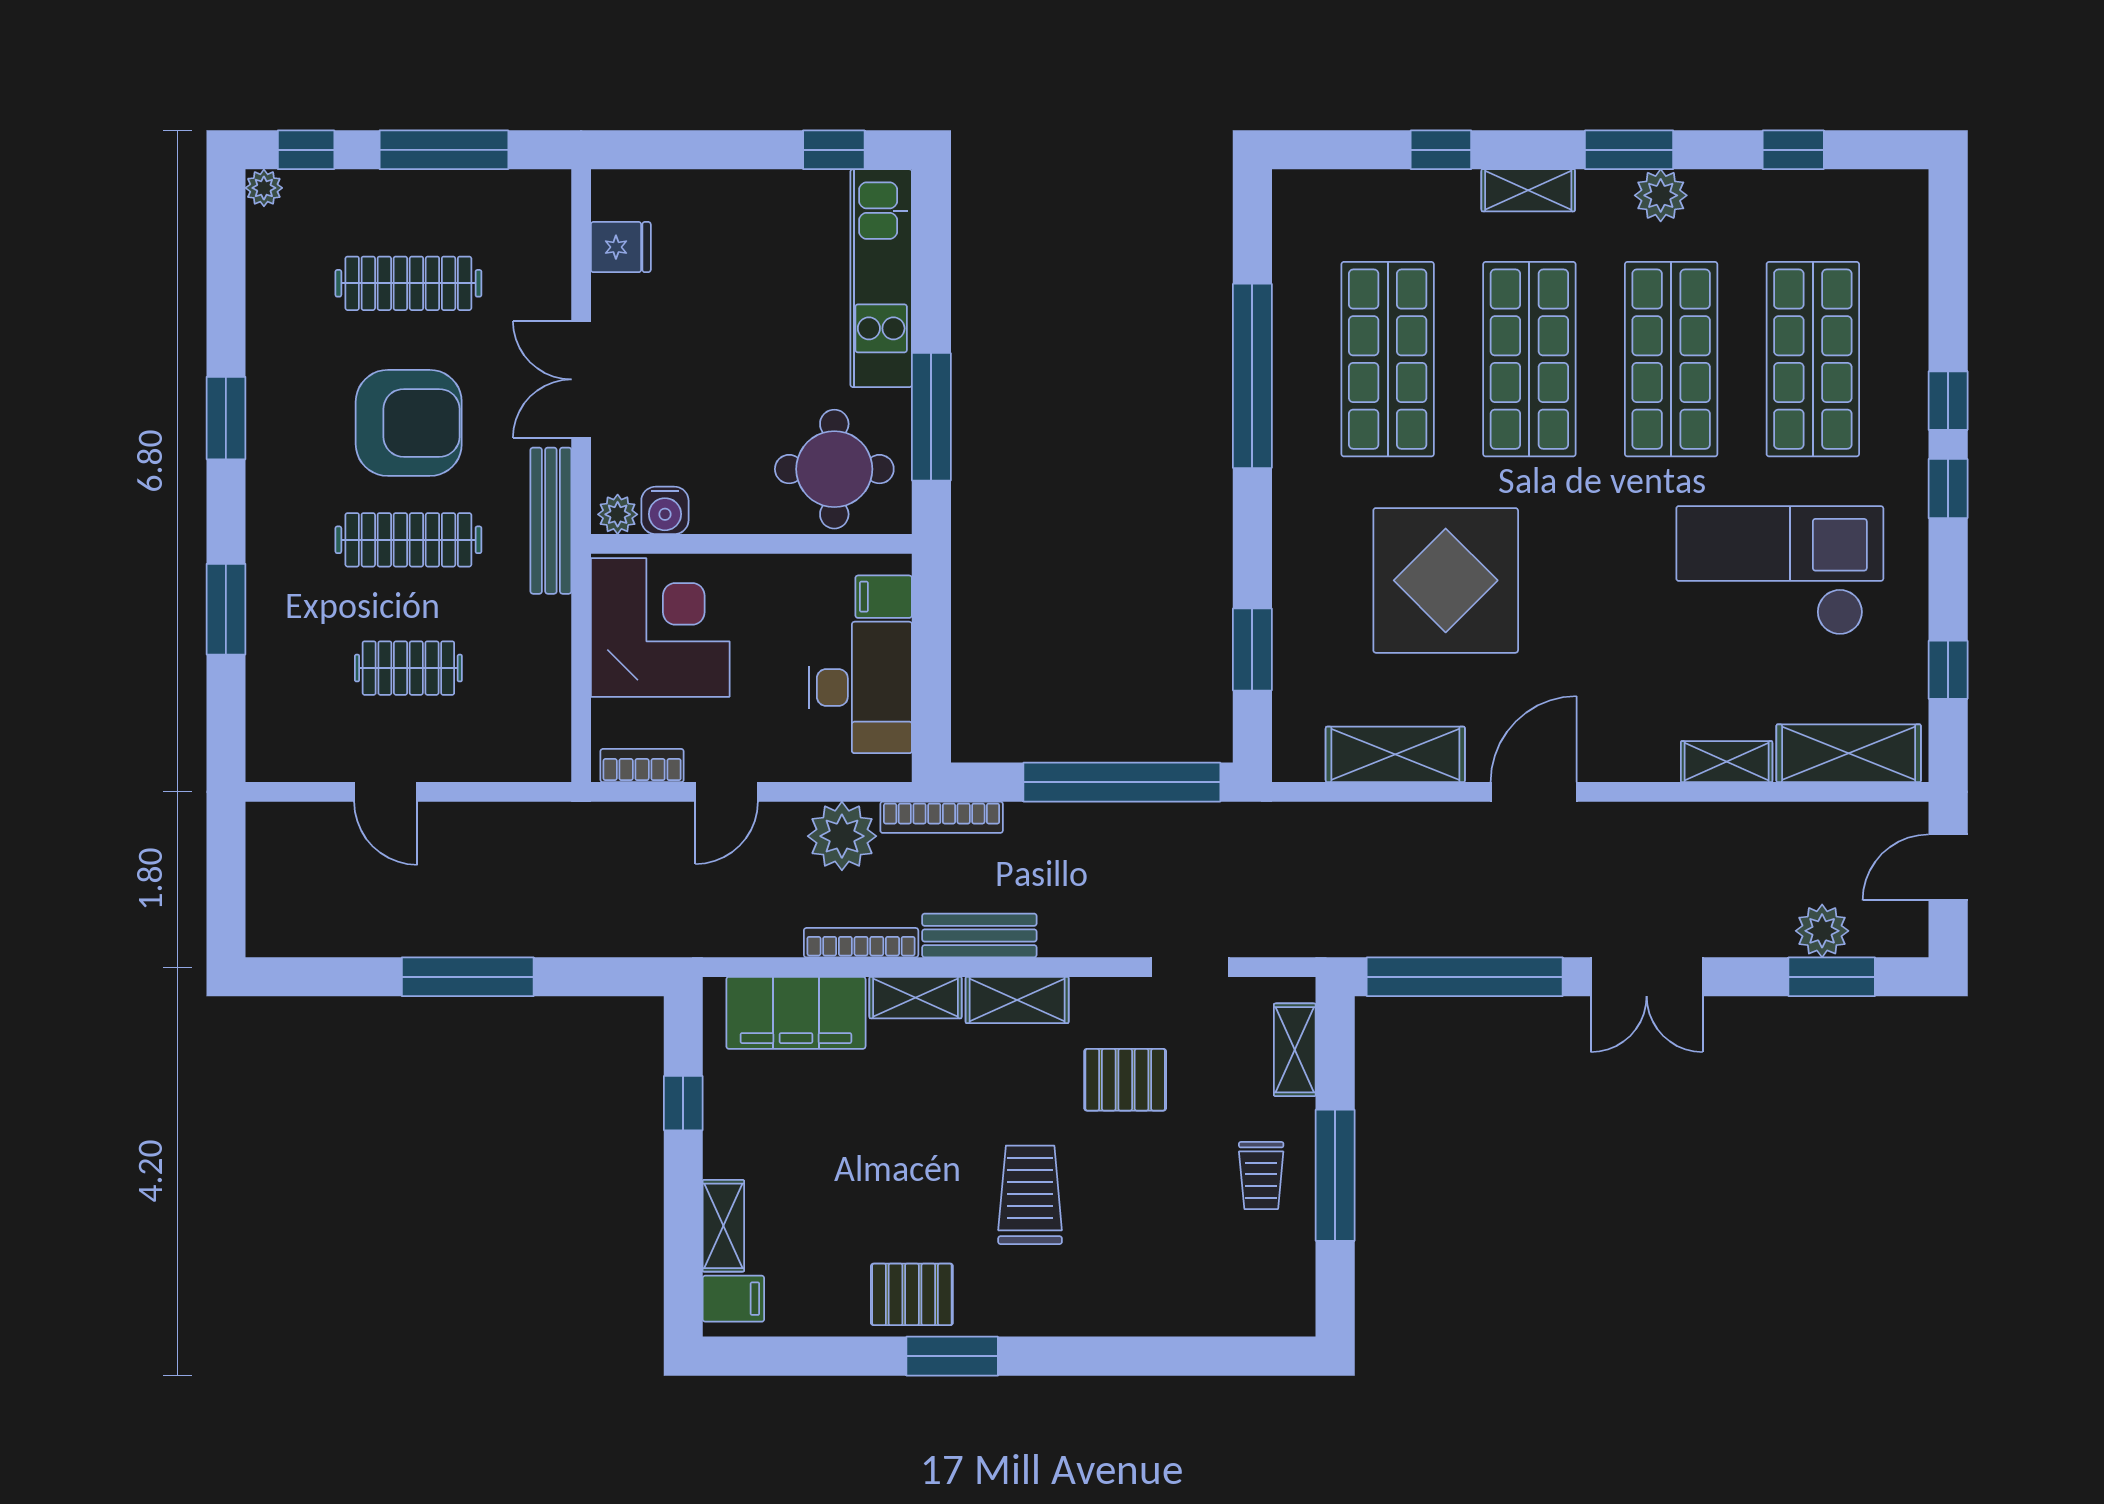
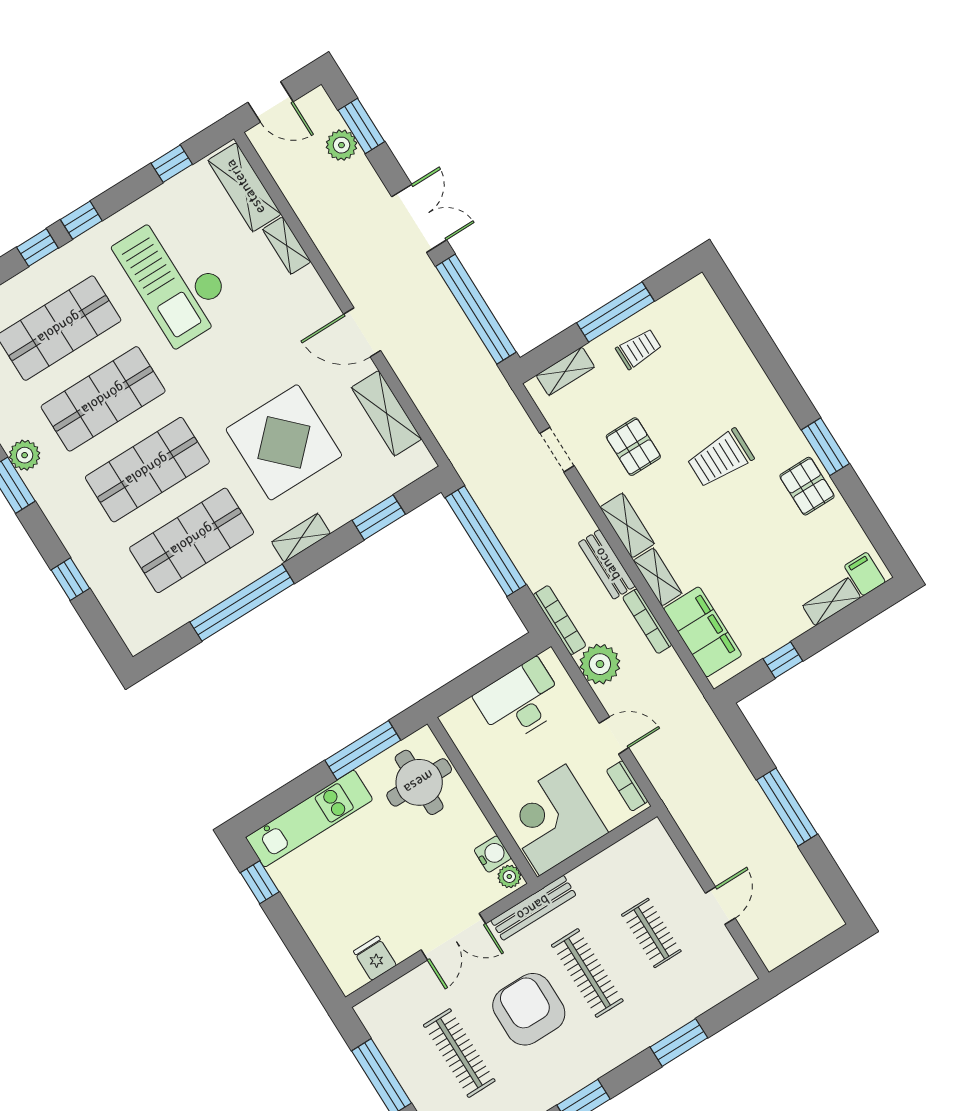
shelving: (1528, 190) -> (301, 538), moved, turned 90
filing cabinet: (884, 597) -> (467, 718), removed

